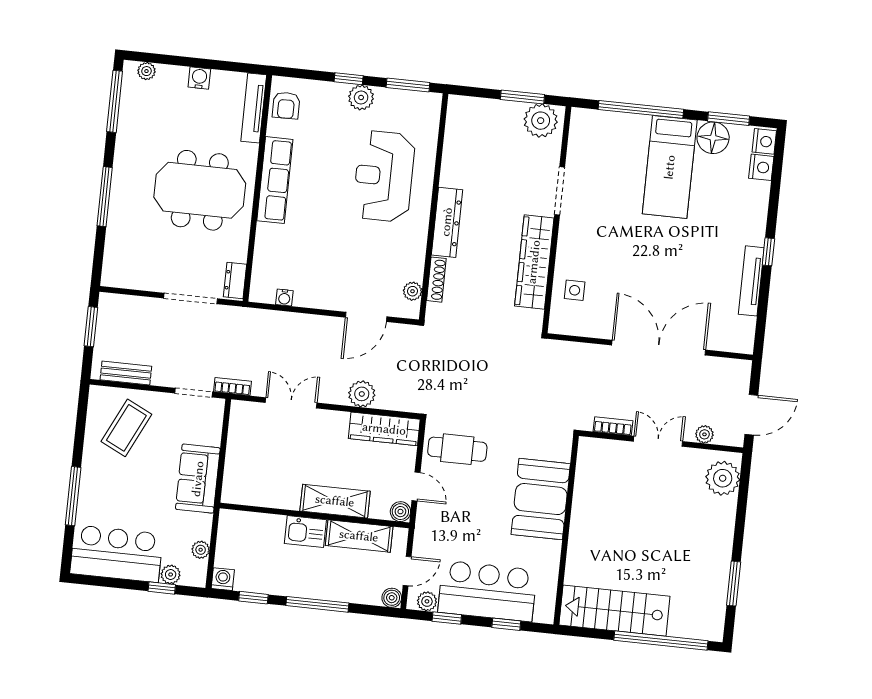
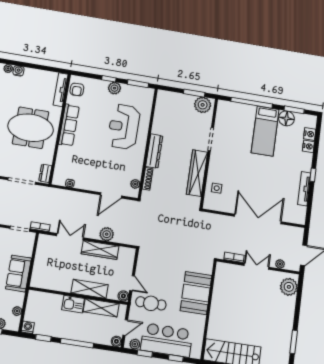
water cooler: (199, 78) -> (18, 71), moved
nightstand: (764, 141) -> (308, 146), moved
wardrobe: (384, 429) -> (100, 250), moved
cafe table: (457, 449) -> (151, 303), moved

